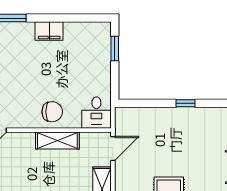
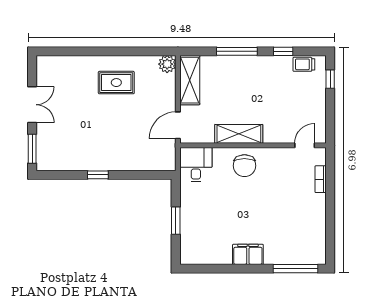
window: (115, 49) -> (176, 221), moved
chair: (52, 112) -> (244, 166), turned -90

